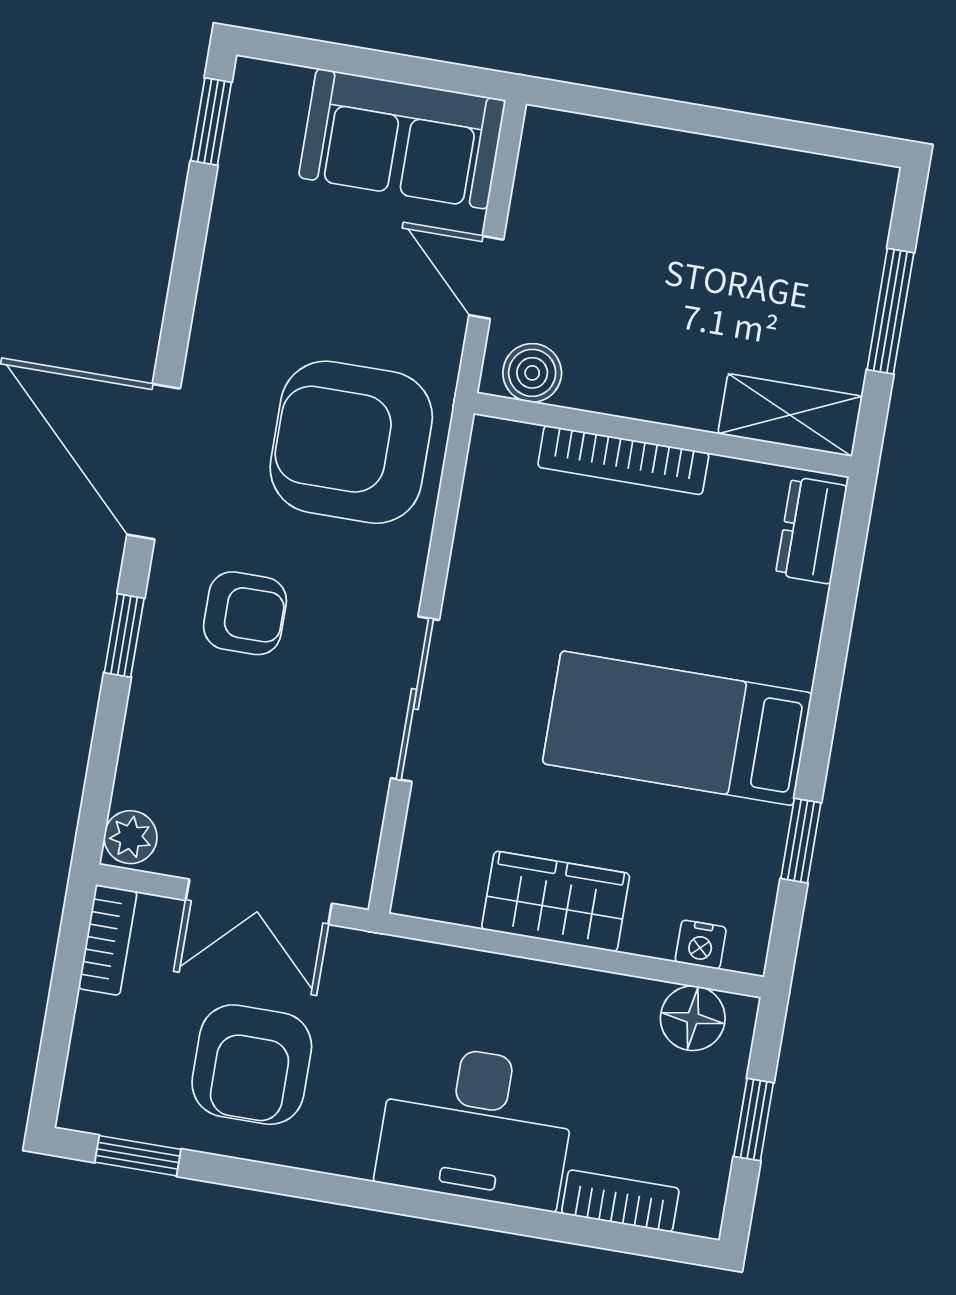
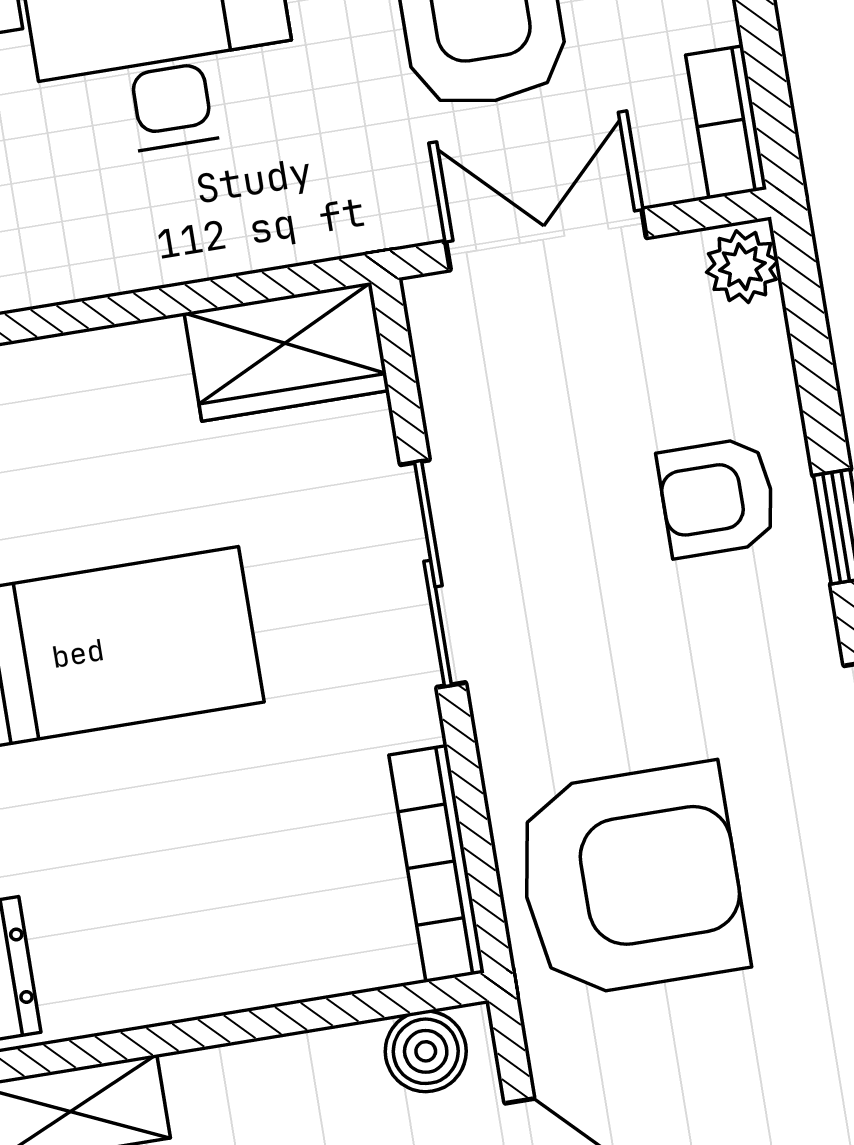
bookcase: (623, 460) -> (437, 864), moved, turned -90
armchair: (245, 613) -> (717, 498), moved
wardrobe: (556, 901) -> (287, 352), moved

